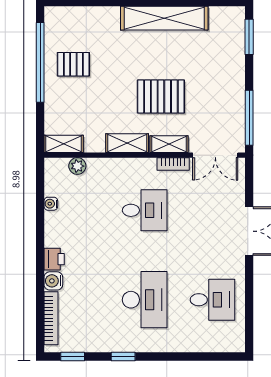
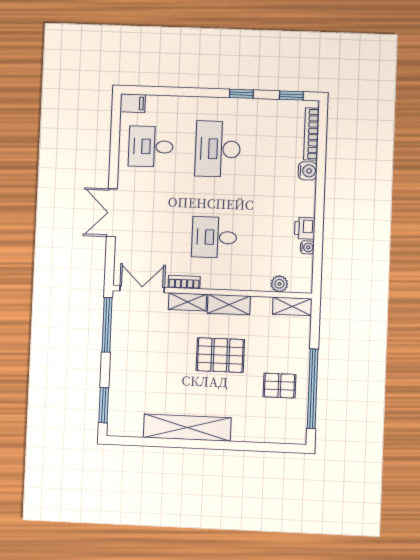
pallet: (161, 96) -> (220, 355), moved
printer: (54, 259) -> (305, 228), moved
filing cabinet: (233, 343) -> (133, 103), added

